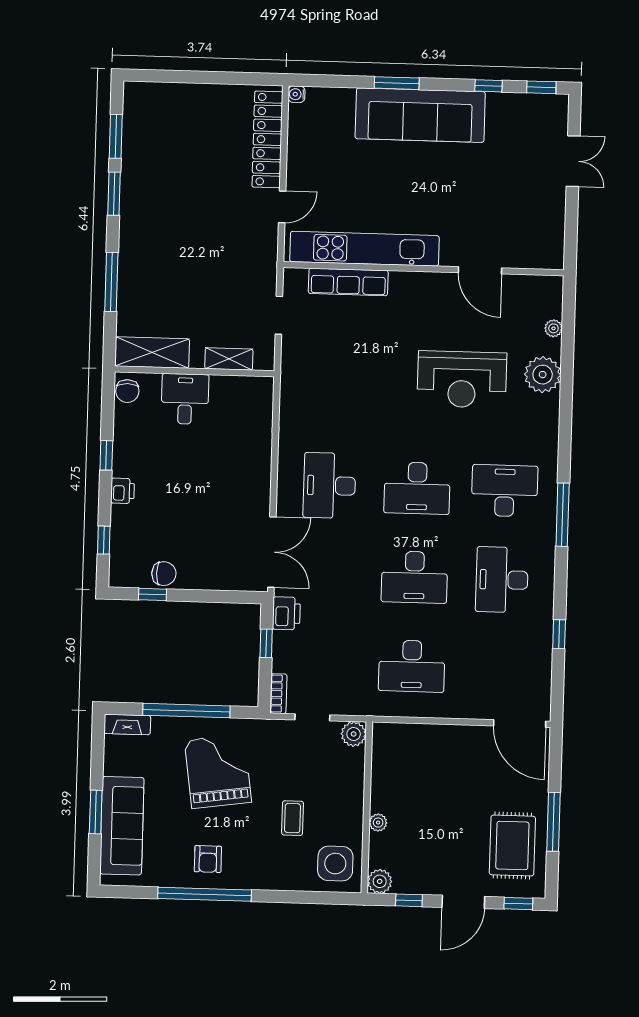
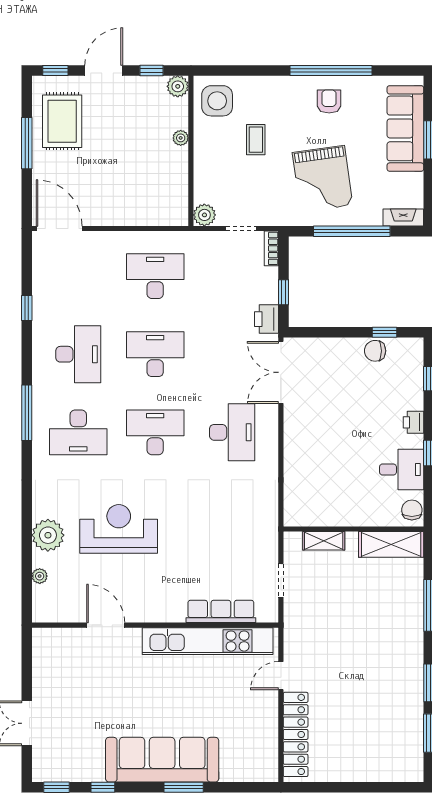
water cooler: (297, 94) -> (271, 775), removed
desk: (185, 399) -> (402, 469), moved, turned -90

